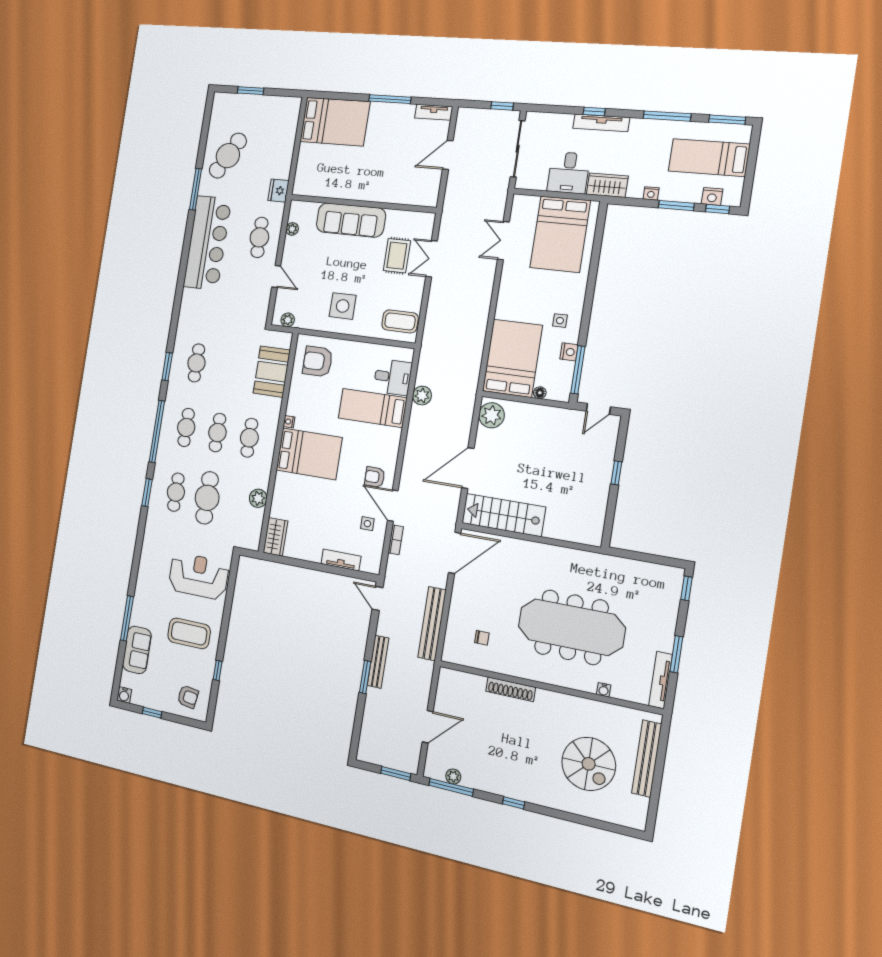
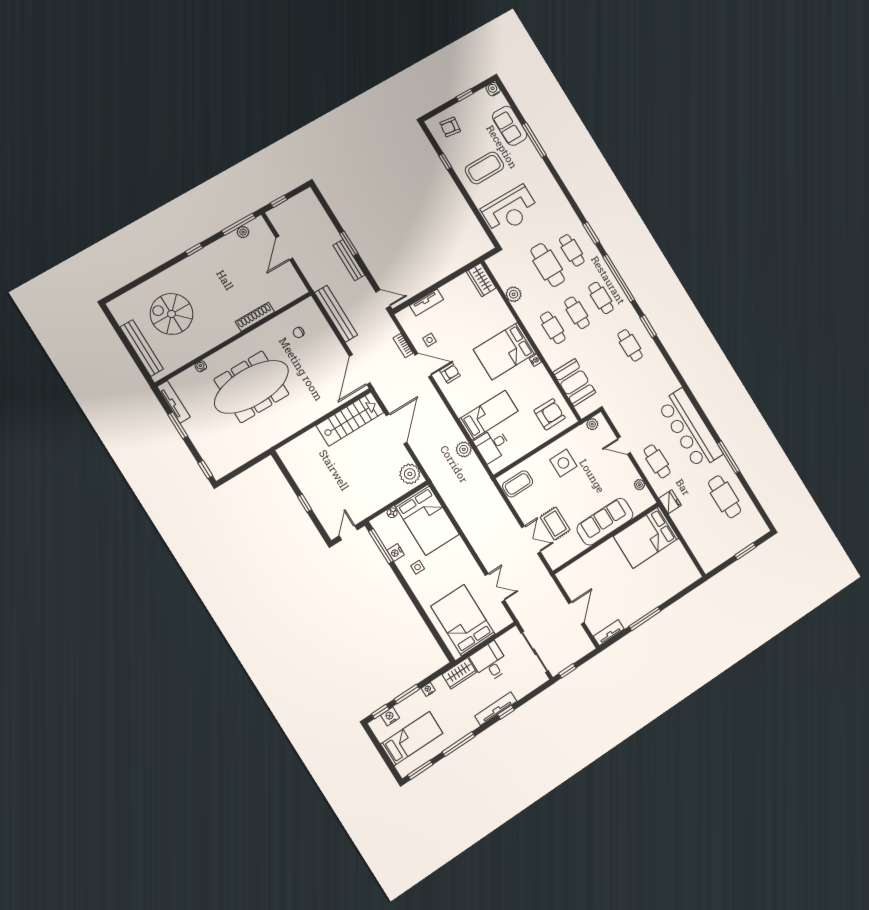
bed: (335, 122) -> (646, 537), moved
cafe table: (228, 156) -> (725, 497), turned -30
window: (396, 773) -> (279, 201), width x0.67

